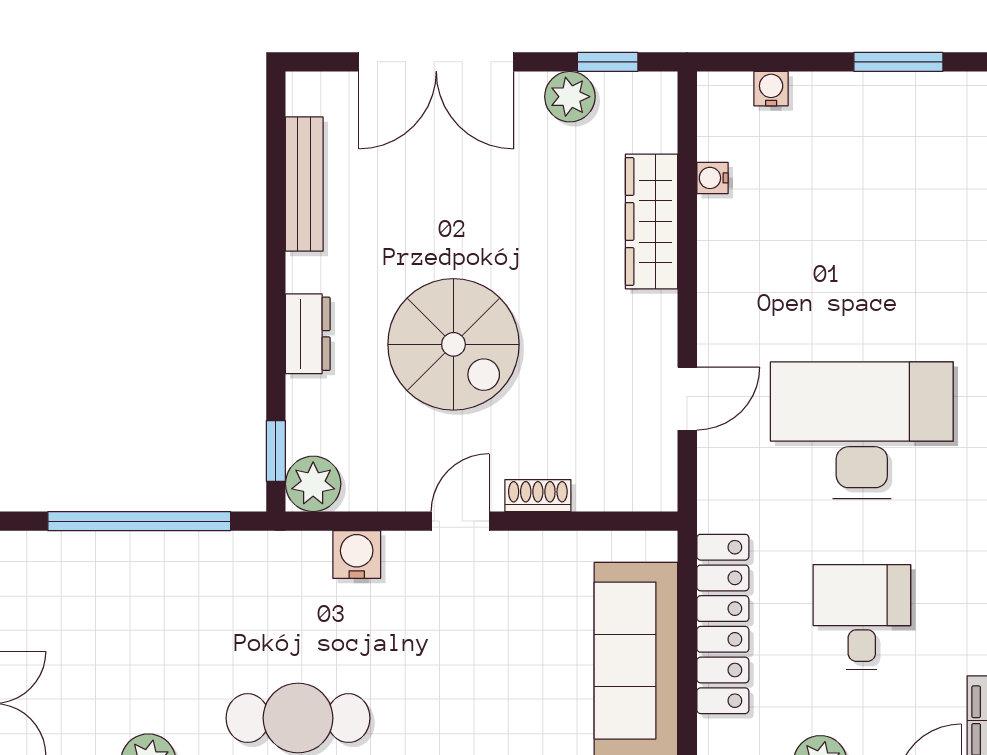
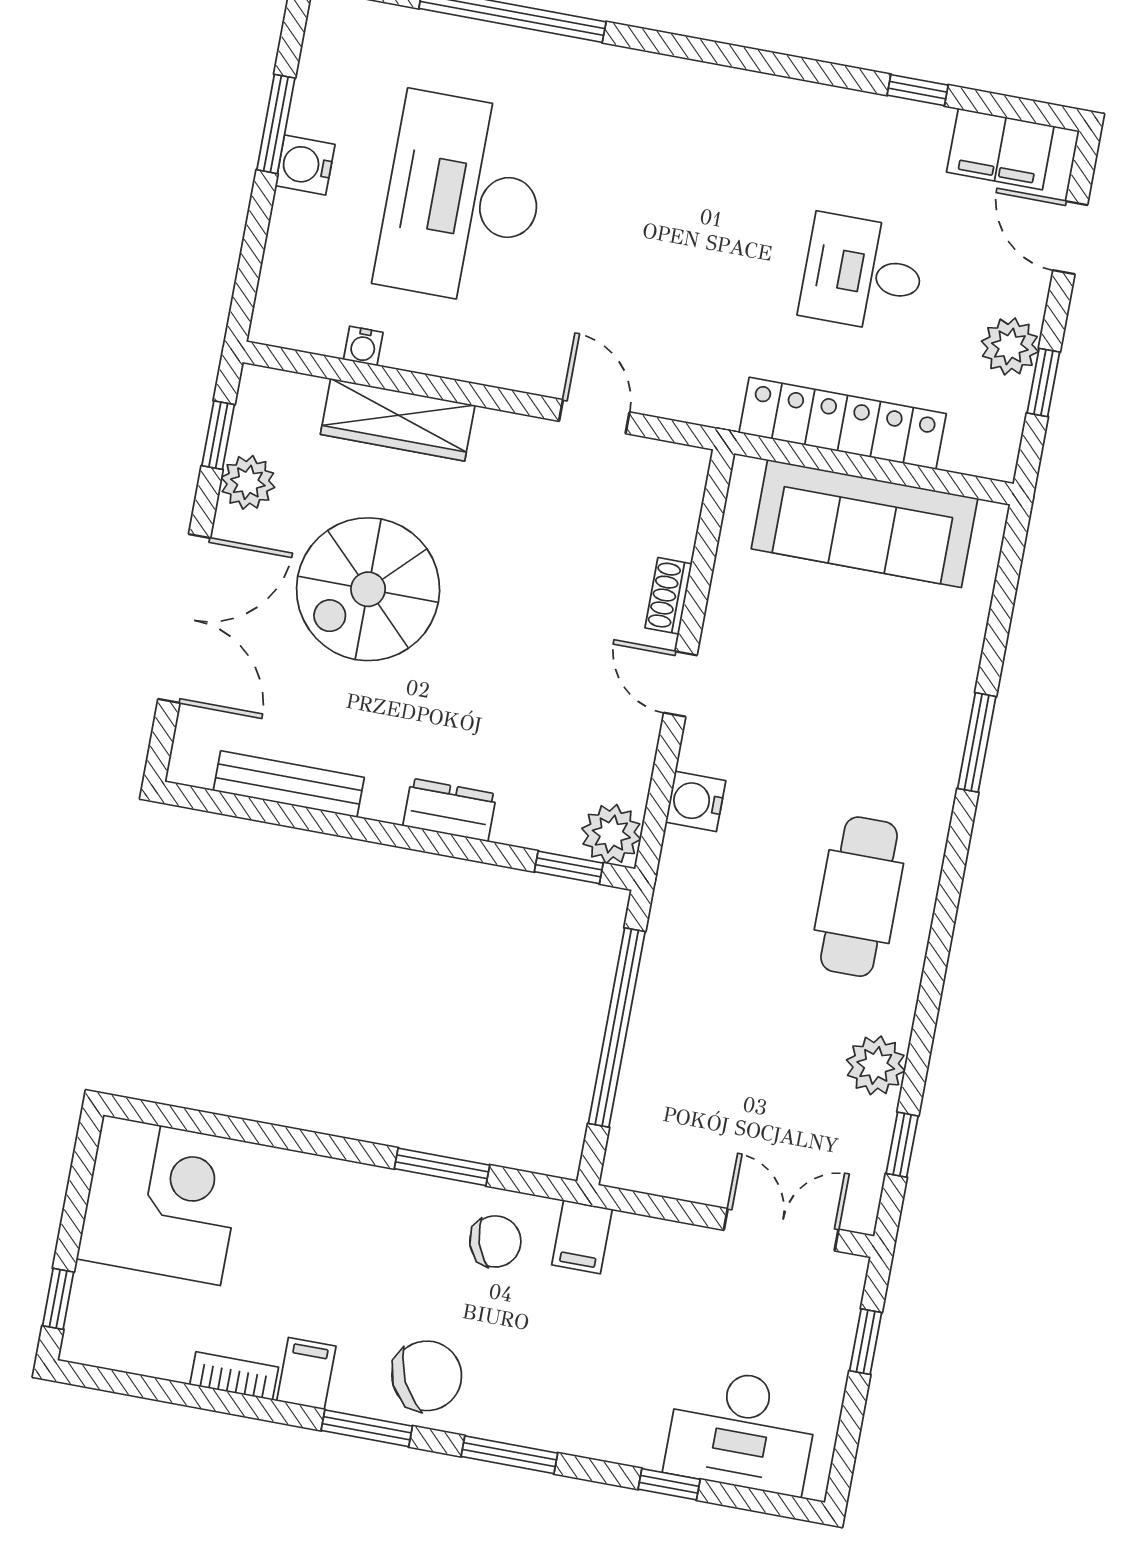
water cooler: (771, 89) -> (305, 165), moved, width x1.38, depth x1.38
spiral stairs: (453, 344) -> (368, 589), moved, turned 180
desk: (862, 430) -> (463, 199), moved

